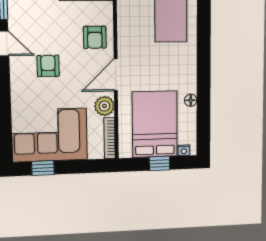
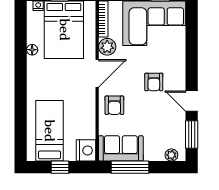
armchair: (95, 37) -> (114, 105), turned 180

